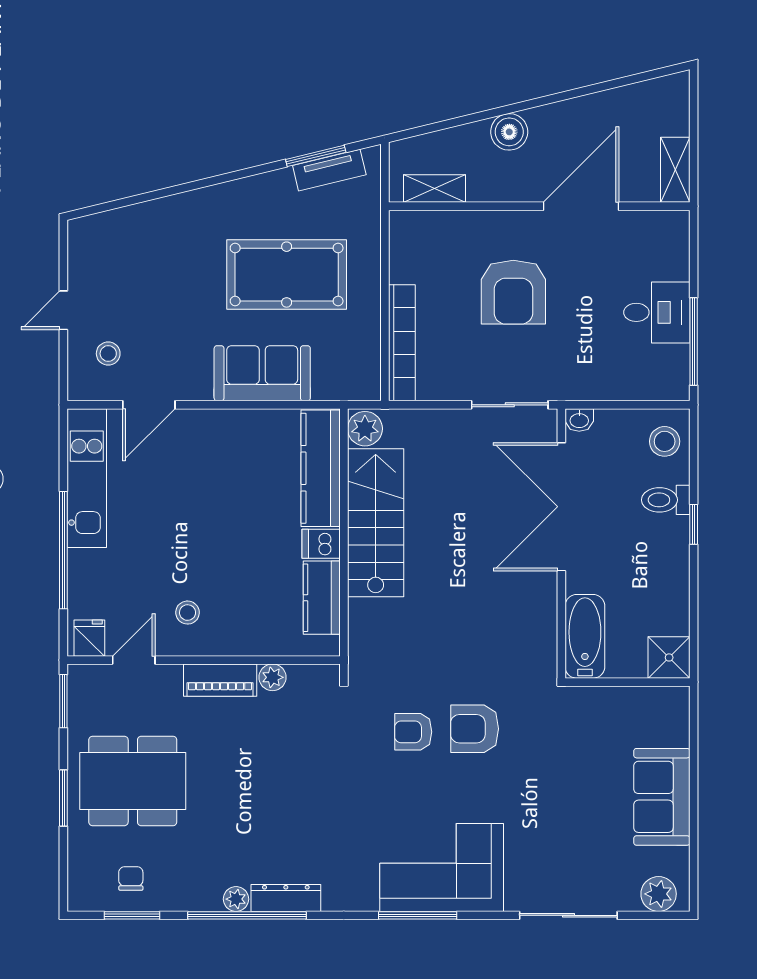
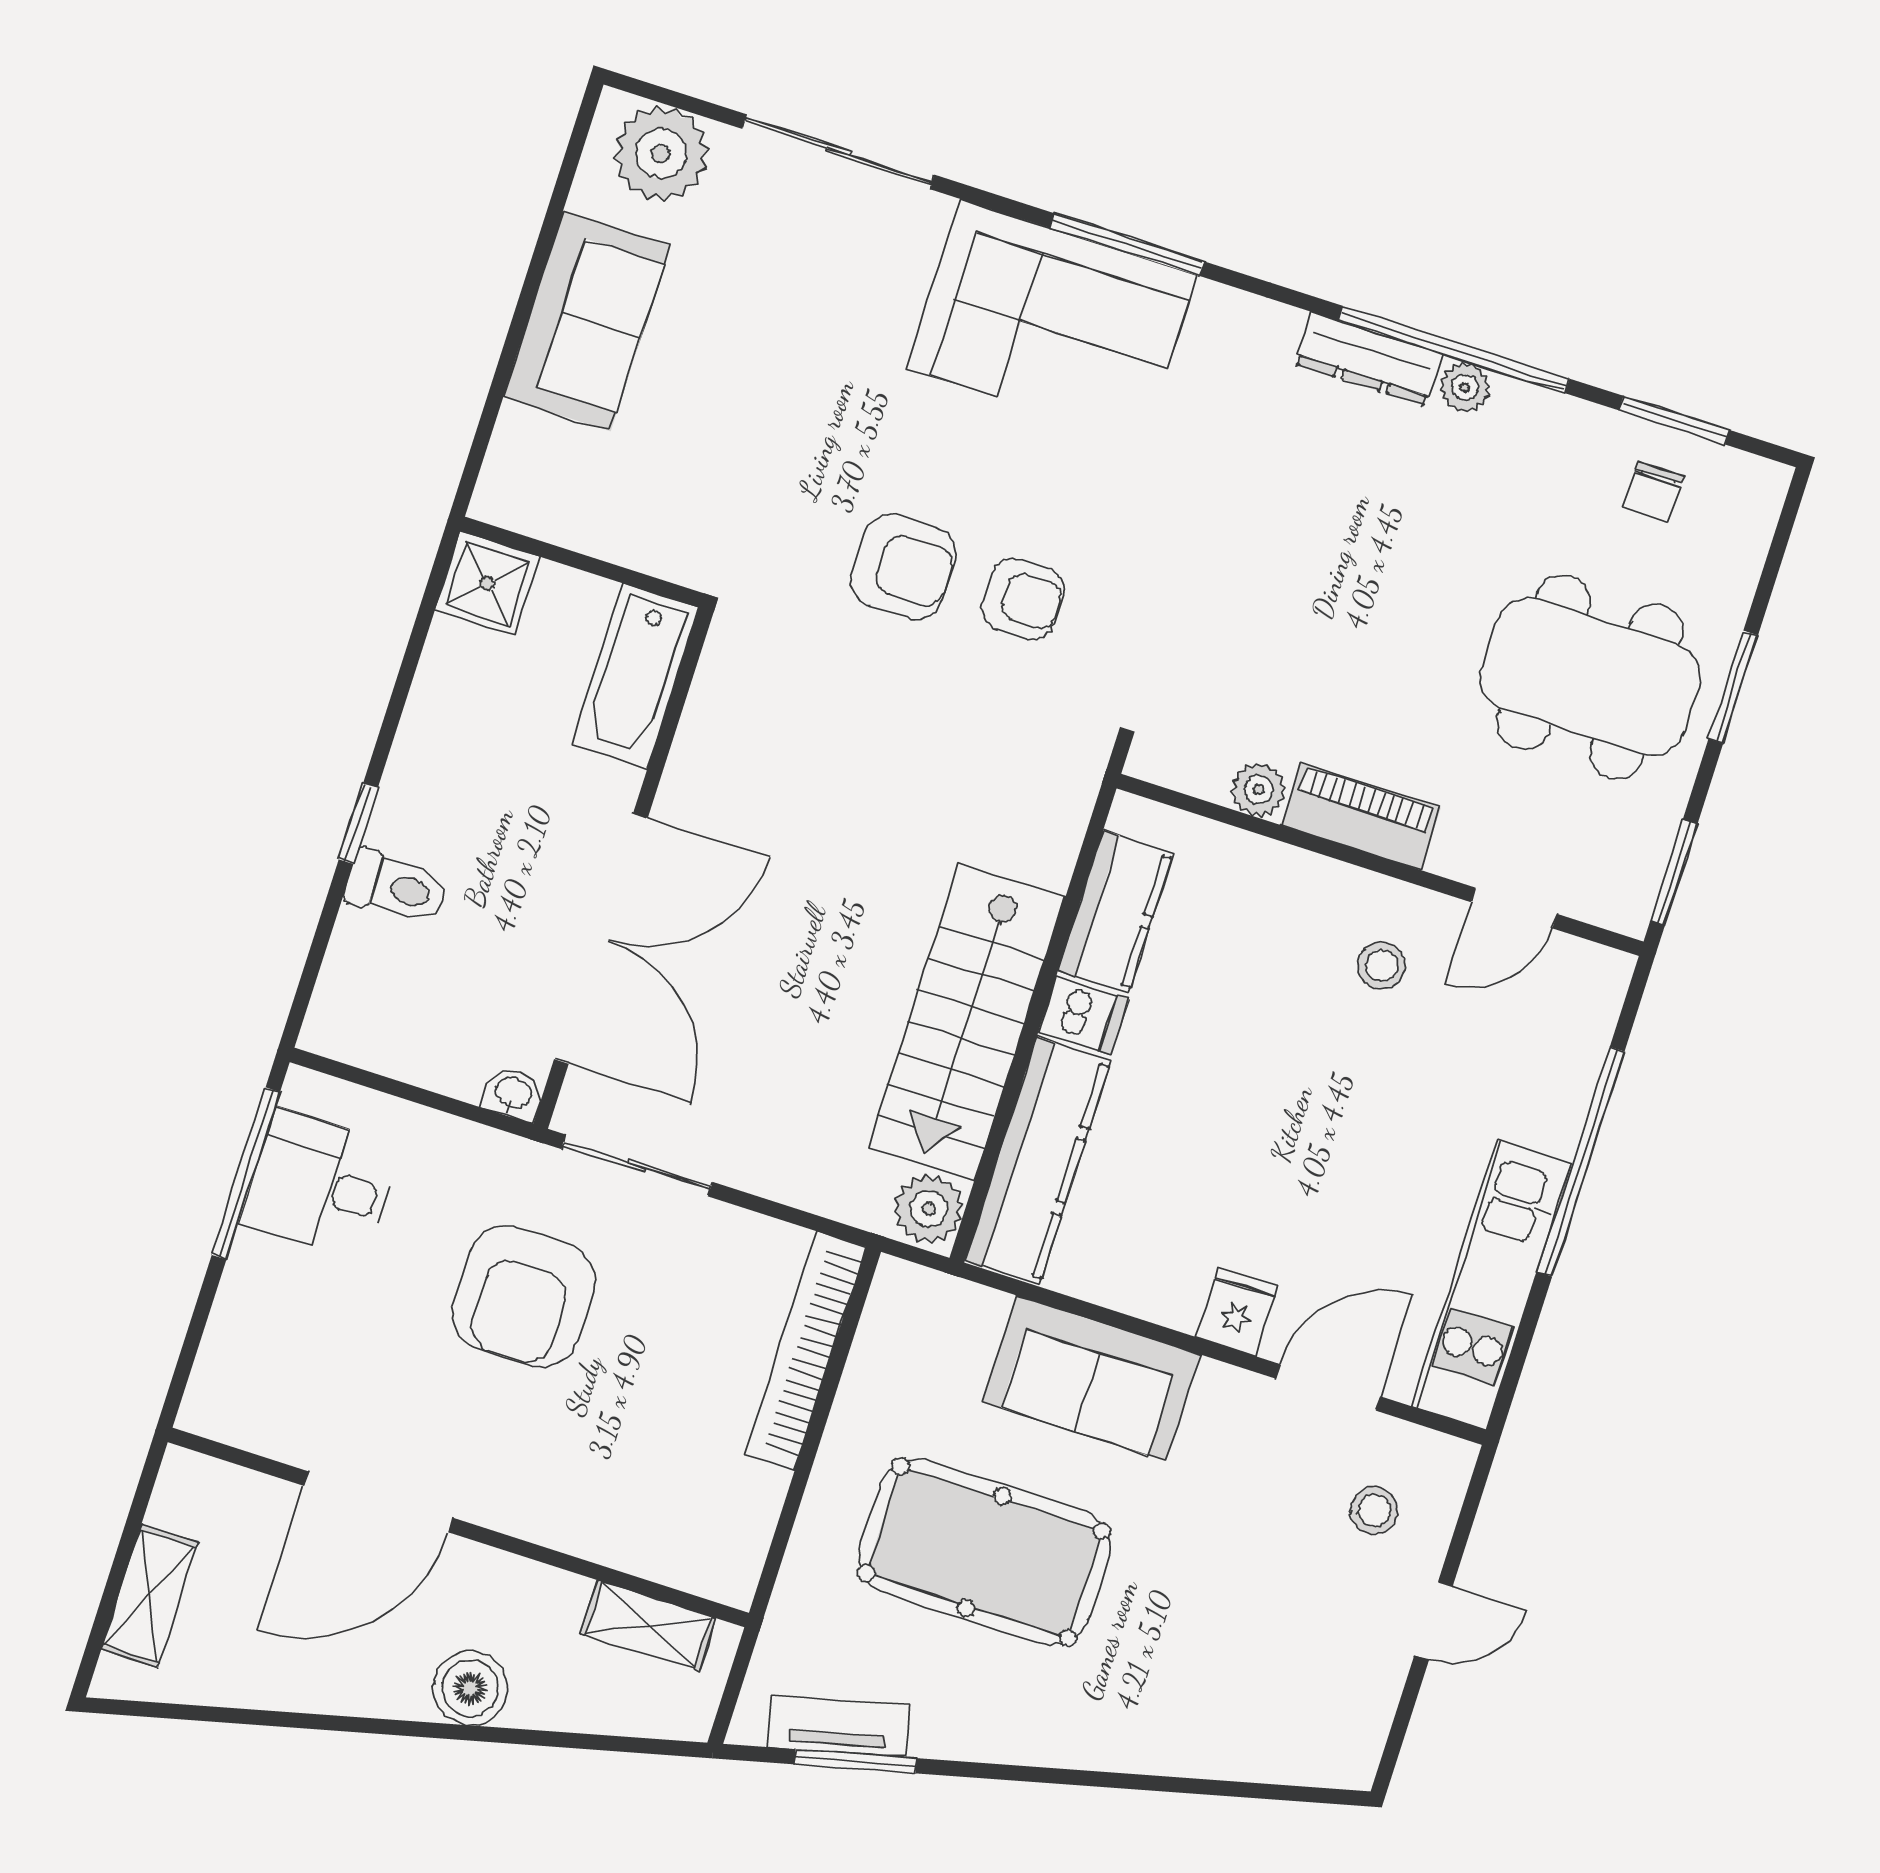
shelving: (675, 170) -> (149, 1596), moved
armchair: (513, 292) -> (523, 1297), moved, turned 180
desk: (657, 312) -> (320, 1185), moved
stool: (665, 441) -> (363, 1000), removed
fridge: (89, 638) -> (1237, 1312), moved, turned 180
plant: (659, 894) -> (661, 153), width x1.36, depth x1.36

